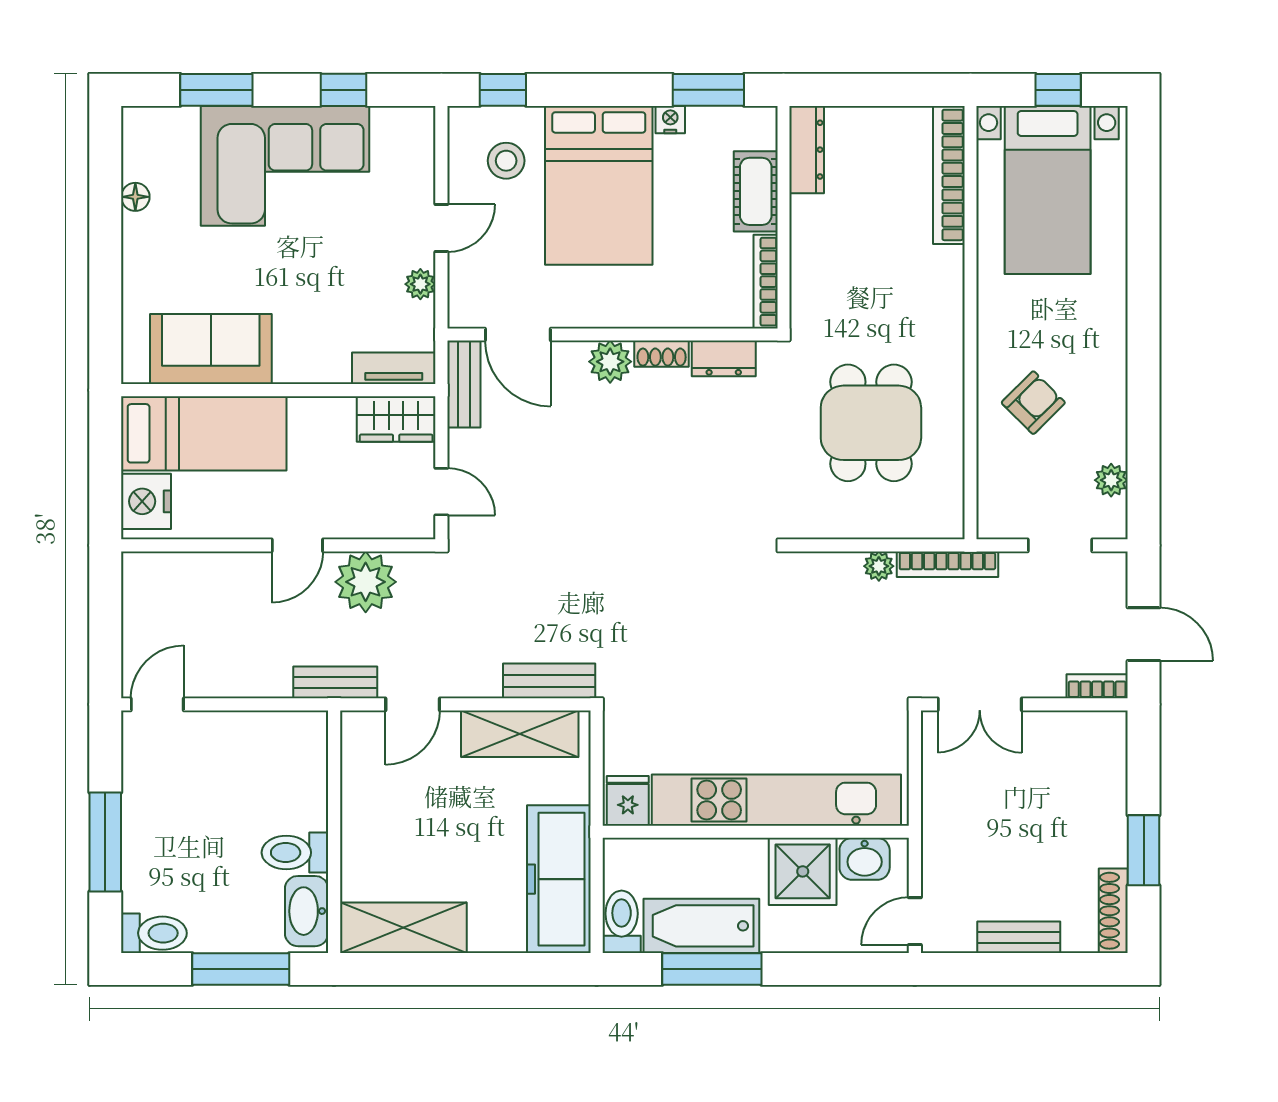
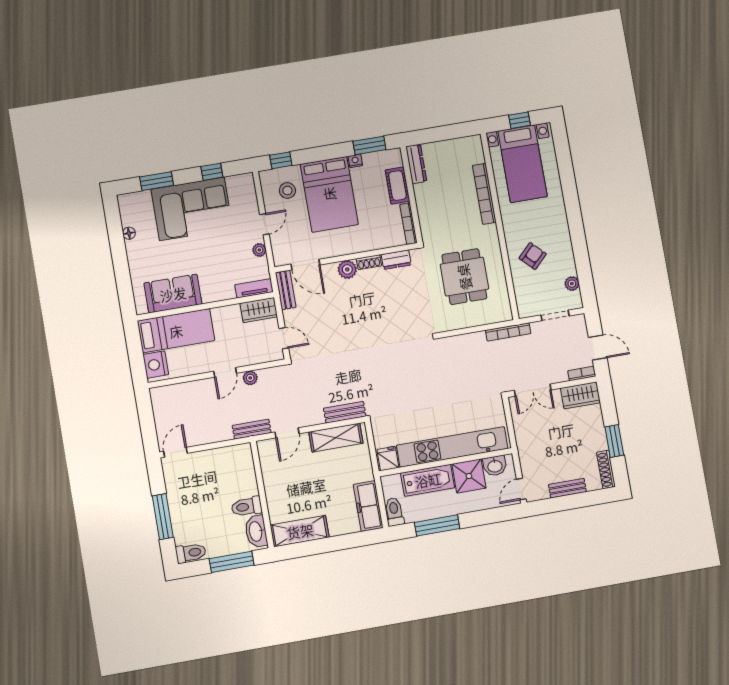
bookcase: (949, 175) -> (484, 194), moved
plant: (879, 566) -> (479, 338), removed
plant: (366, 582) -> (250, 378), width x0.53, depth x0.53
wardrobe: (1085, 735) -> (580, 395), added
freezer: (559, 879) -> (368, 506), width x0.73, depth x0.79
bathtub: (701, 926) -> (428, 480), moved, turned 180

